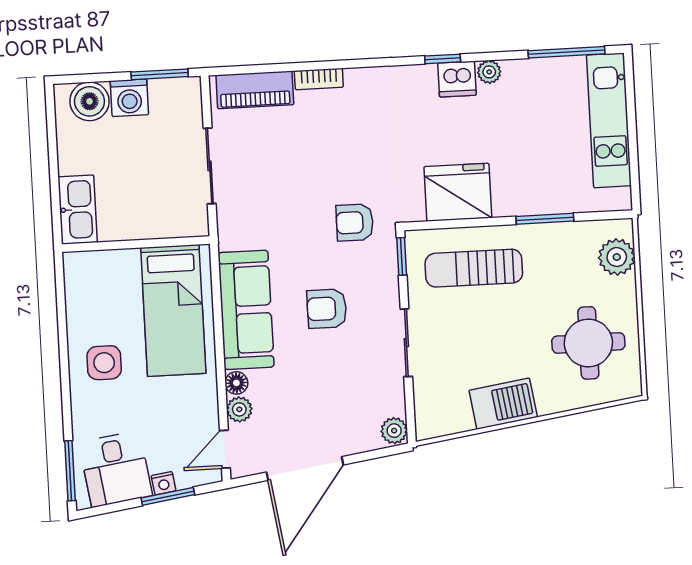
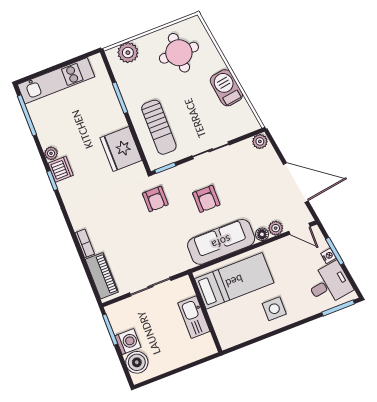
kitchen sink: (78, 209) -> (194, 317), moved, turned -90

